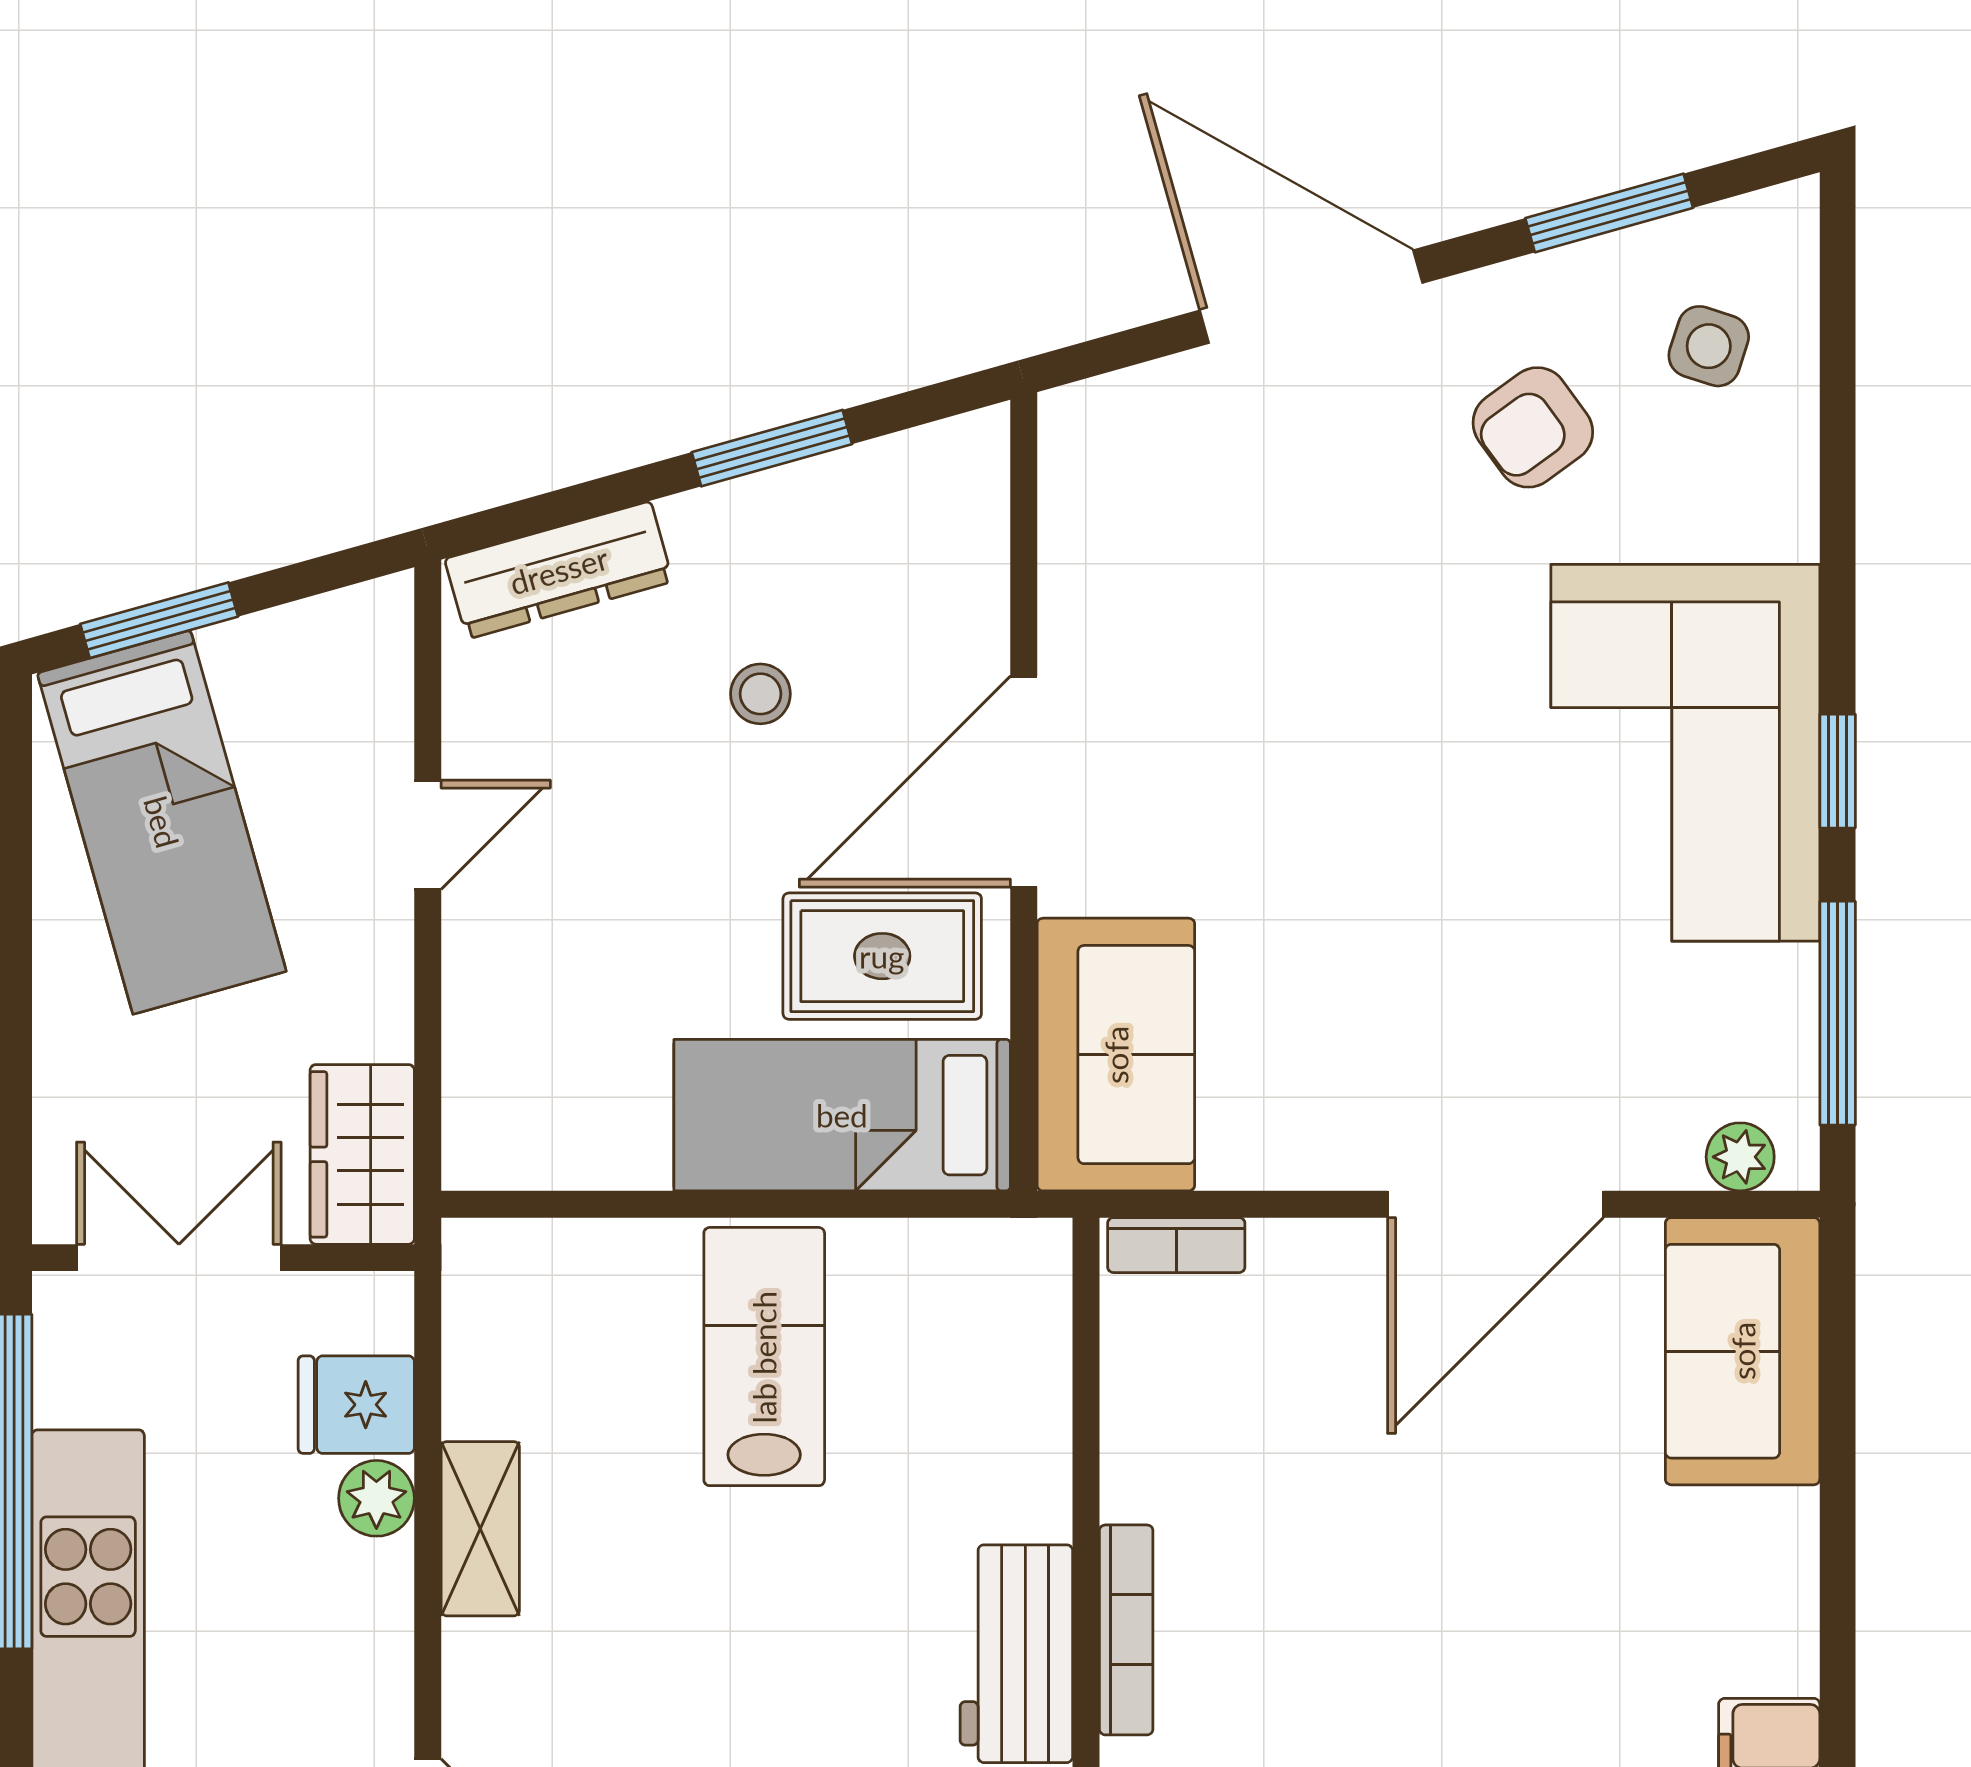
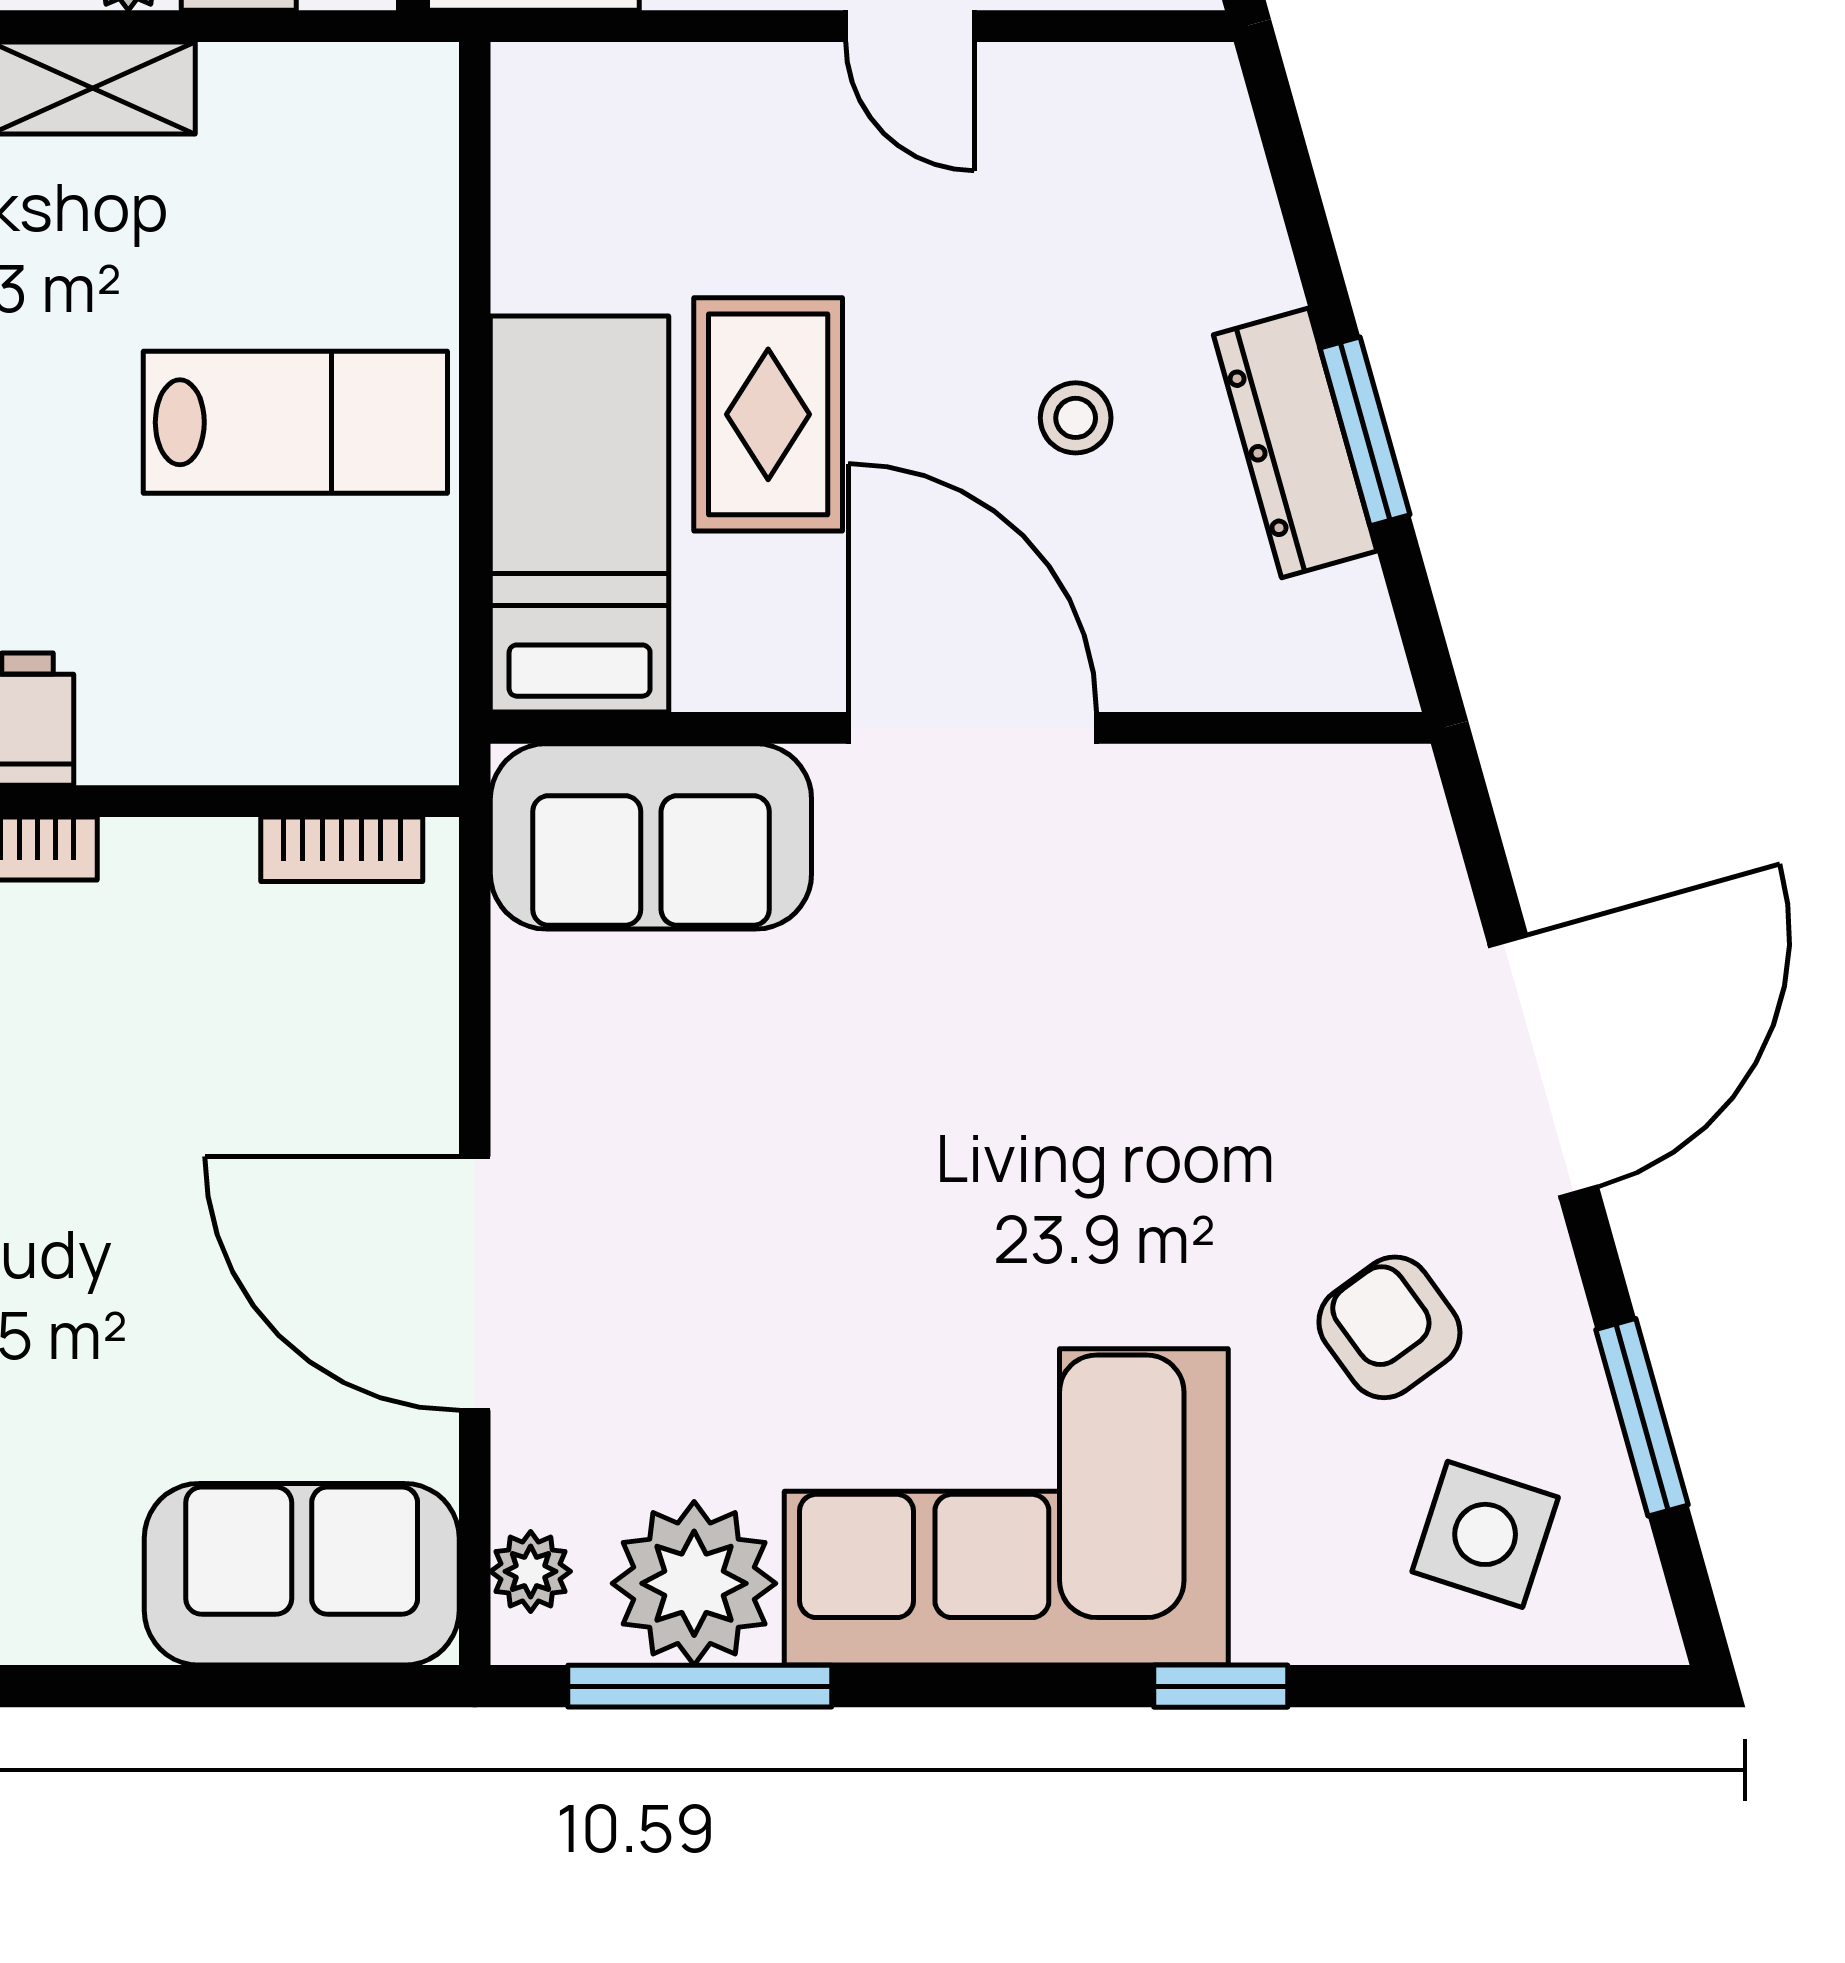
side table: (1709, 346) -> (1485, 1534), width x1.37, depth x1.37
dresser: (559, 570) -> (1295, 443), moved
window: (1838, 771) -> (1221, 1686), moved
rug: (882, 956) -> (768, 414), moved
plant: (1750, 1018) -> (694, 1583), added
bookcase: (1176, 1245) -> (342, 849), moved, turned -90

